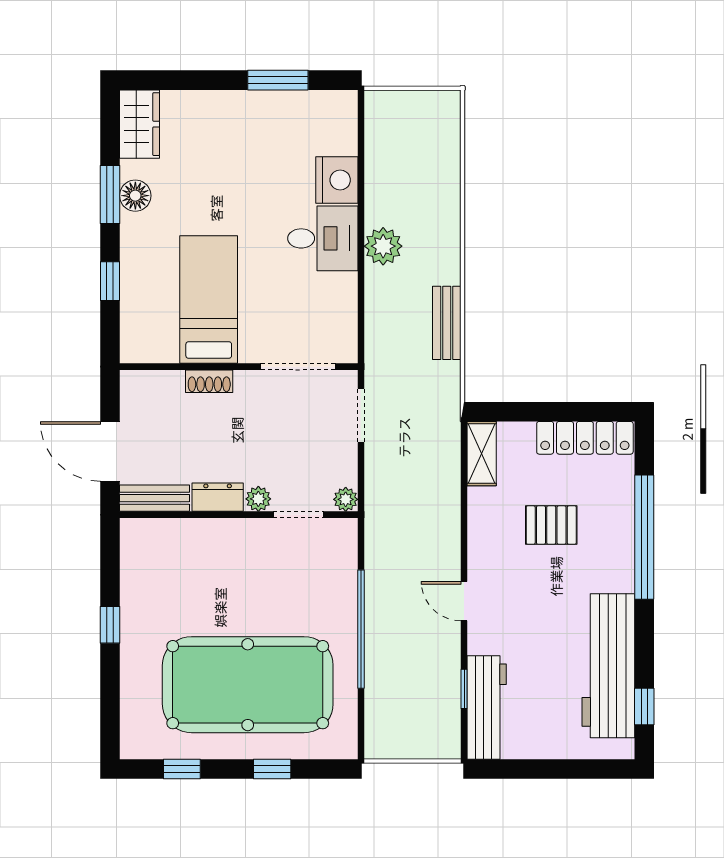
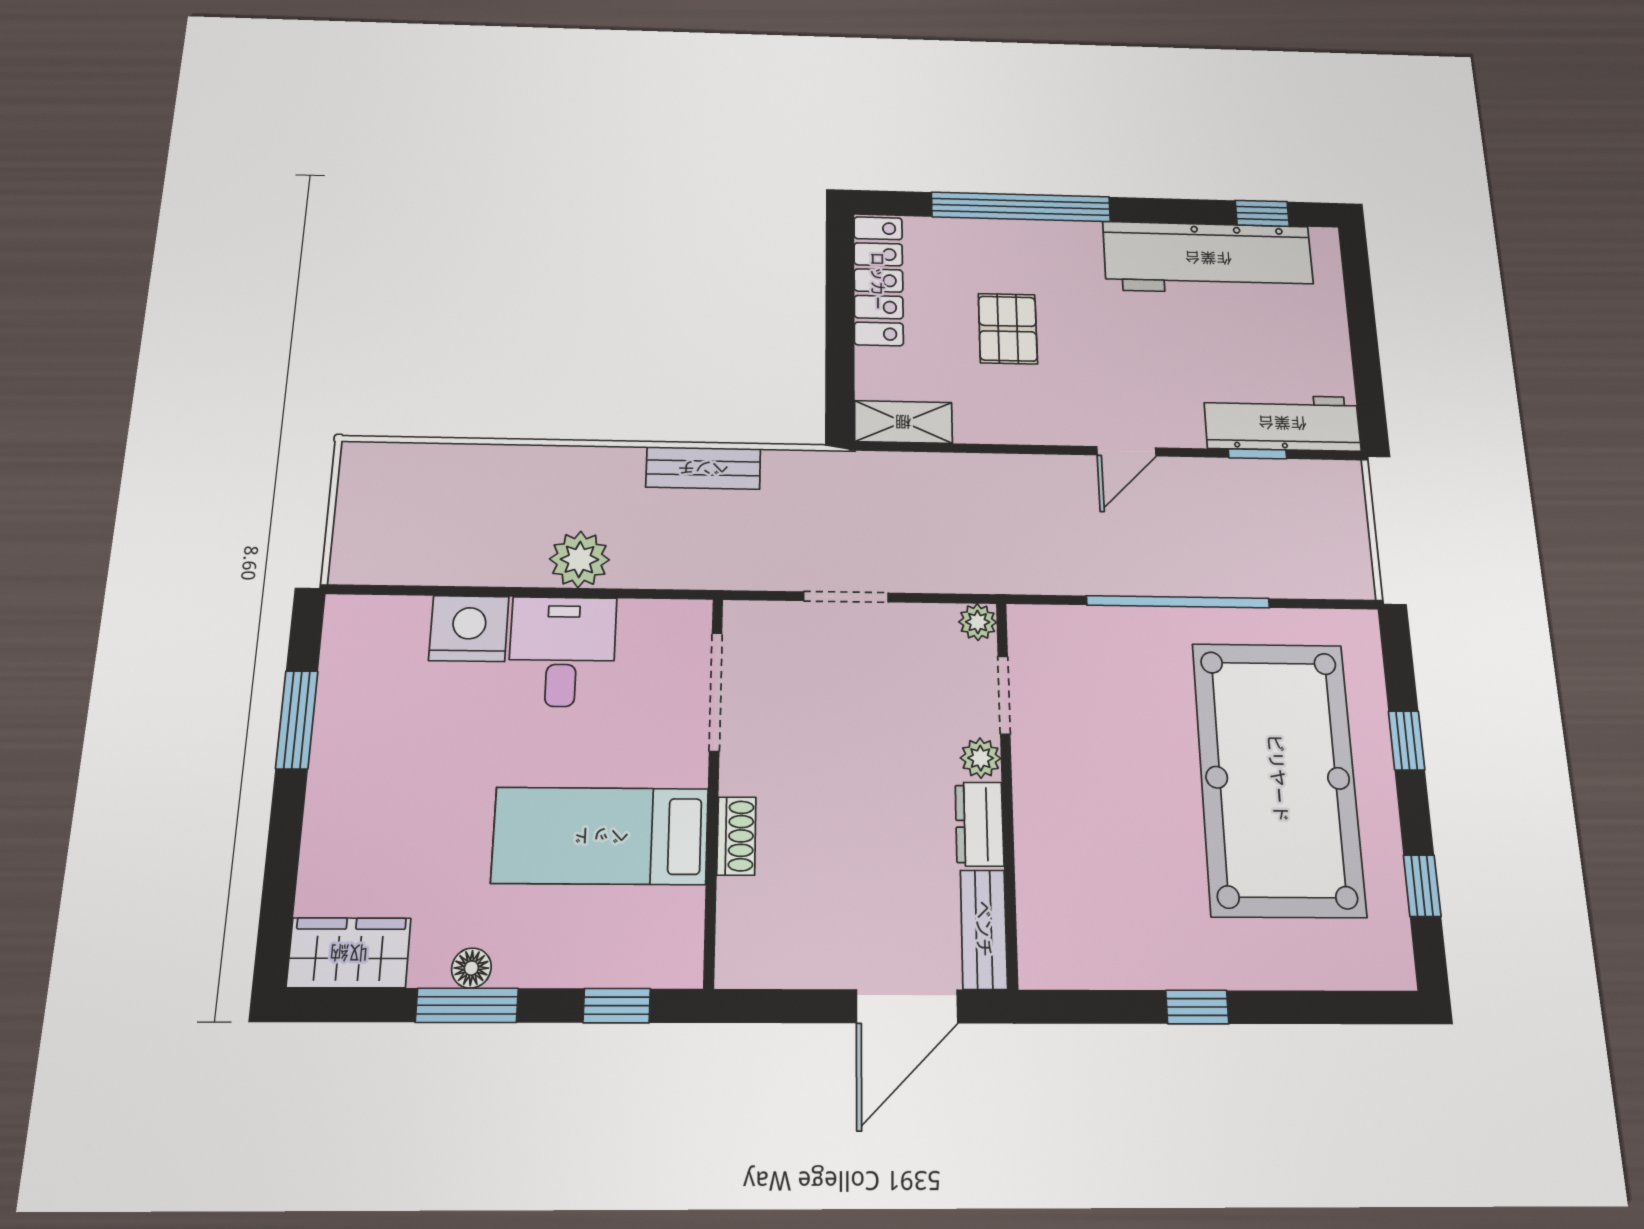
floor lamp: (135, 196) -> (471, 968), width x0.73, depth x0.73
bed: (209, 300) -> (601, 836), moved
wall: (239, 367) -> (713, 787), moved
doorway: (298, 367) -> (716, 692), moved
shoe rack: (209, 381) -> (736, 836), moved

